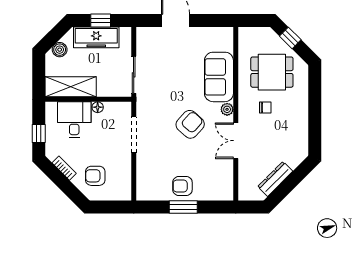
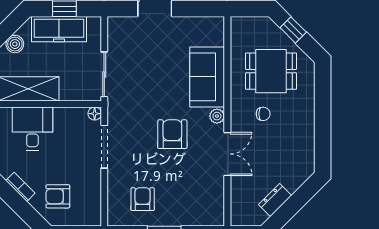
floor lamp: (98, 107) -> (95, 114), moved
armchair: (190, 124) -> (172, 134), turned -42
double door: (236, 141) -> (227, 154), swing flipped
dresser: (275, 179) -> (275, 200), width x0.70
armchair: (182, 186) -> (143, 199), moved, turned 90

